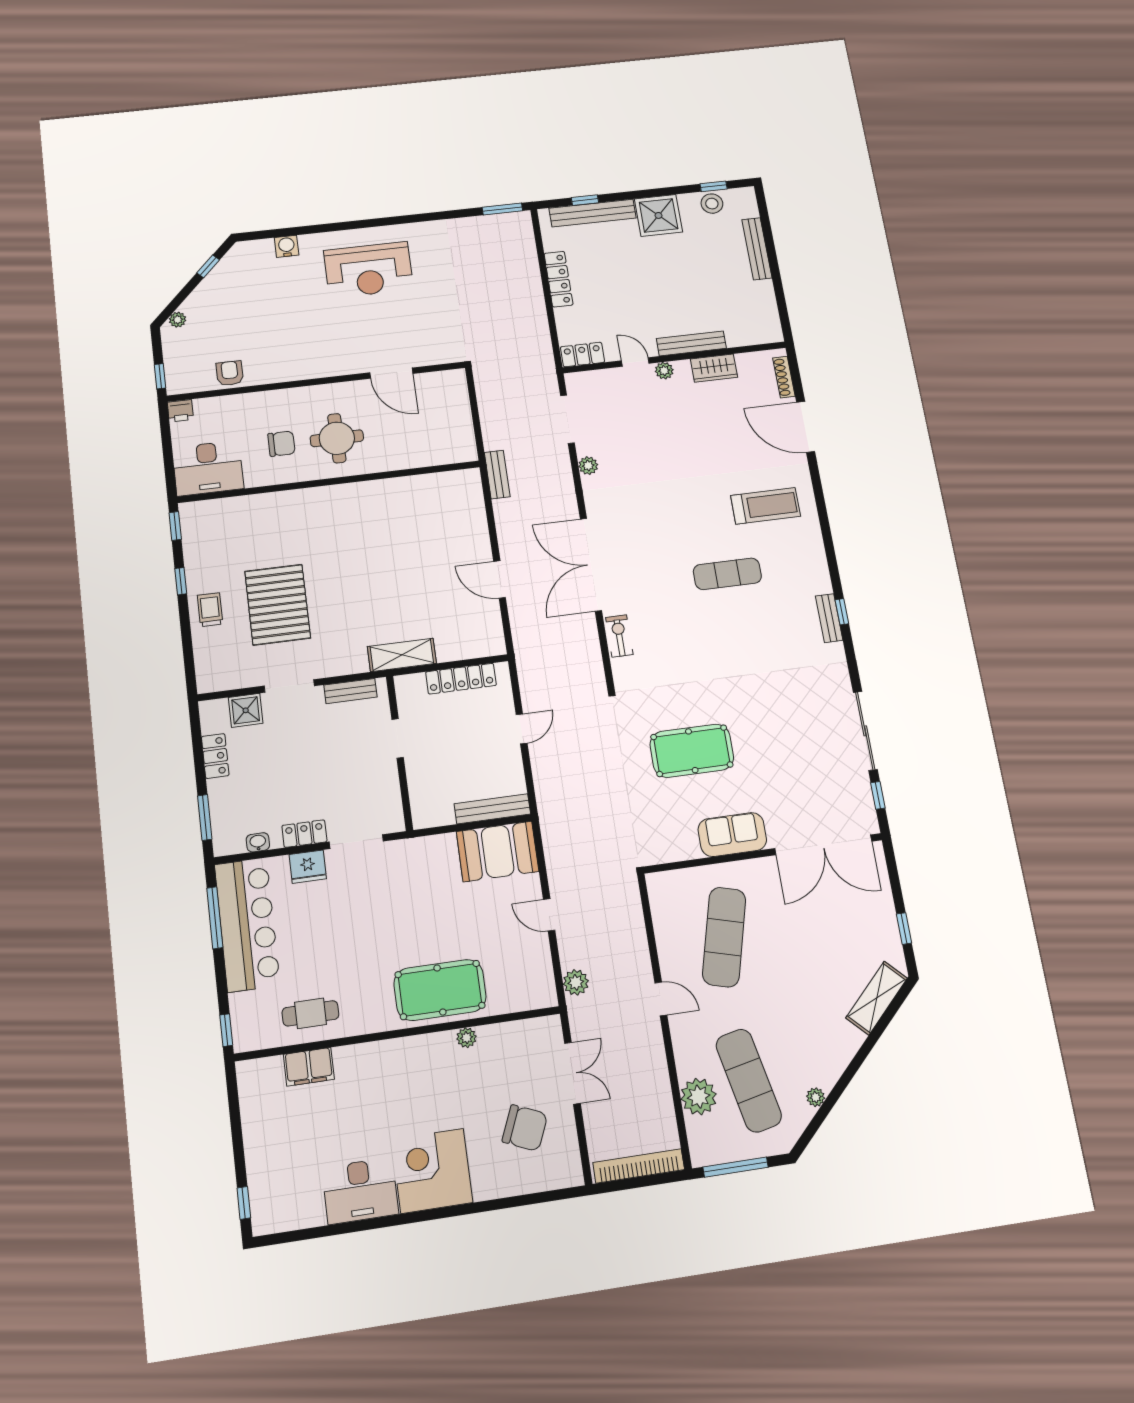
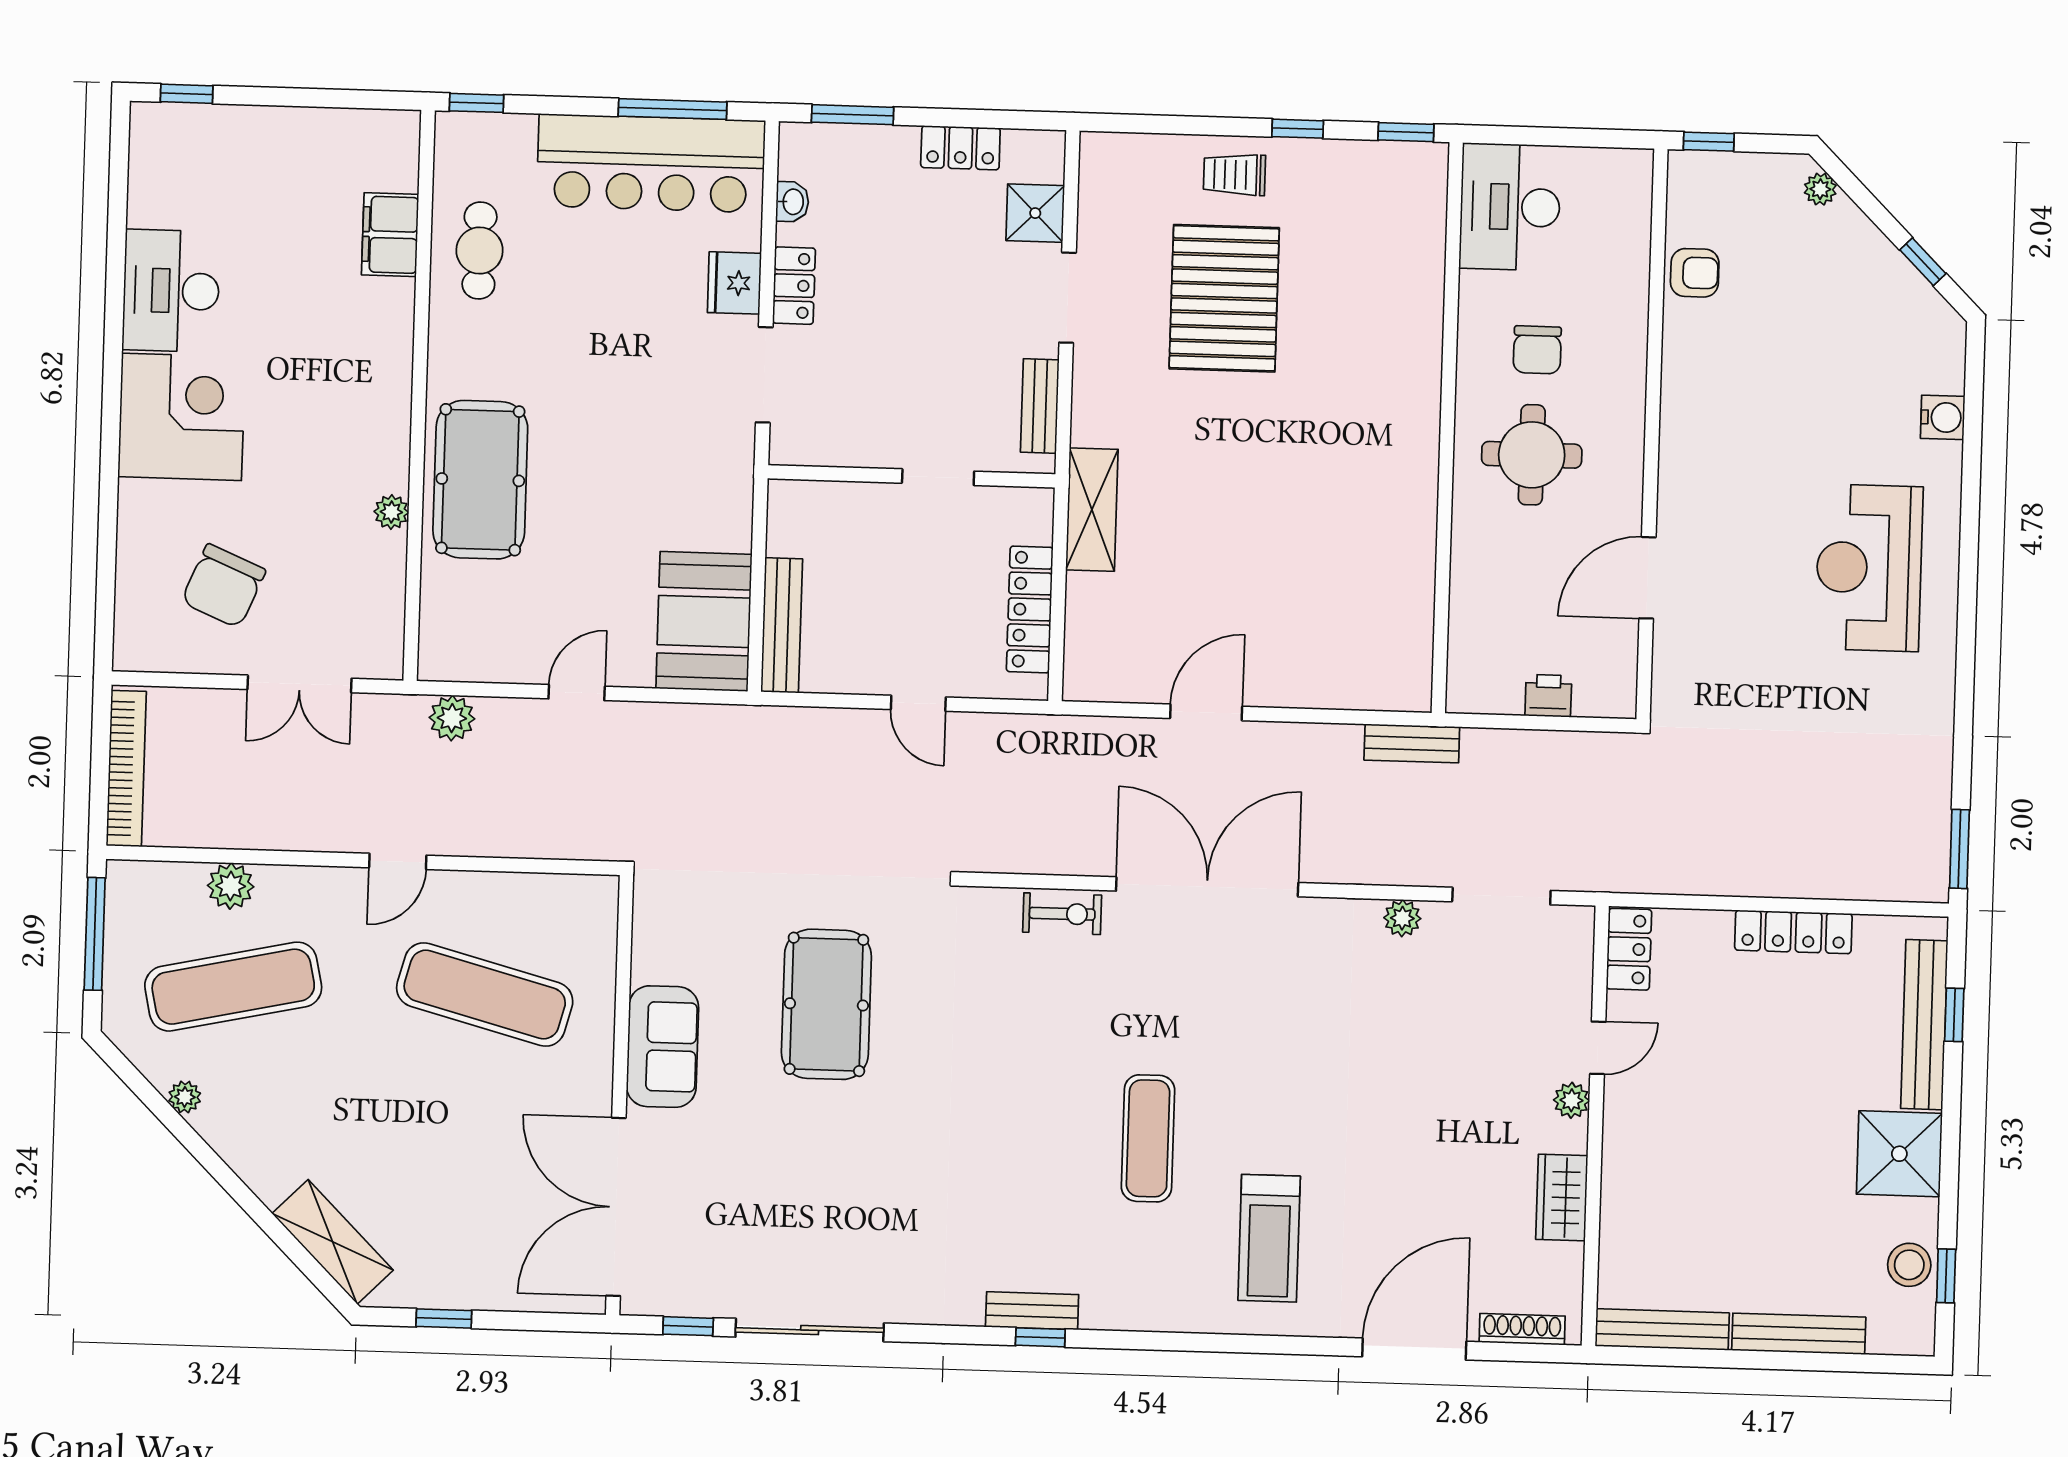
bench: (691, 343) -> (1662, 1329), moved, turned 90
printer: (180, 411) -> (1548, 696), moved, turned 90
pallet: (278, 605) -> (1224, 298), turned 90
trolley: (210, 610) -> (1234, 175), turned 180
plant: (699, 1097) -> (231, 886), width x0.73, depth x0.73

